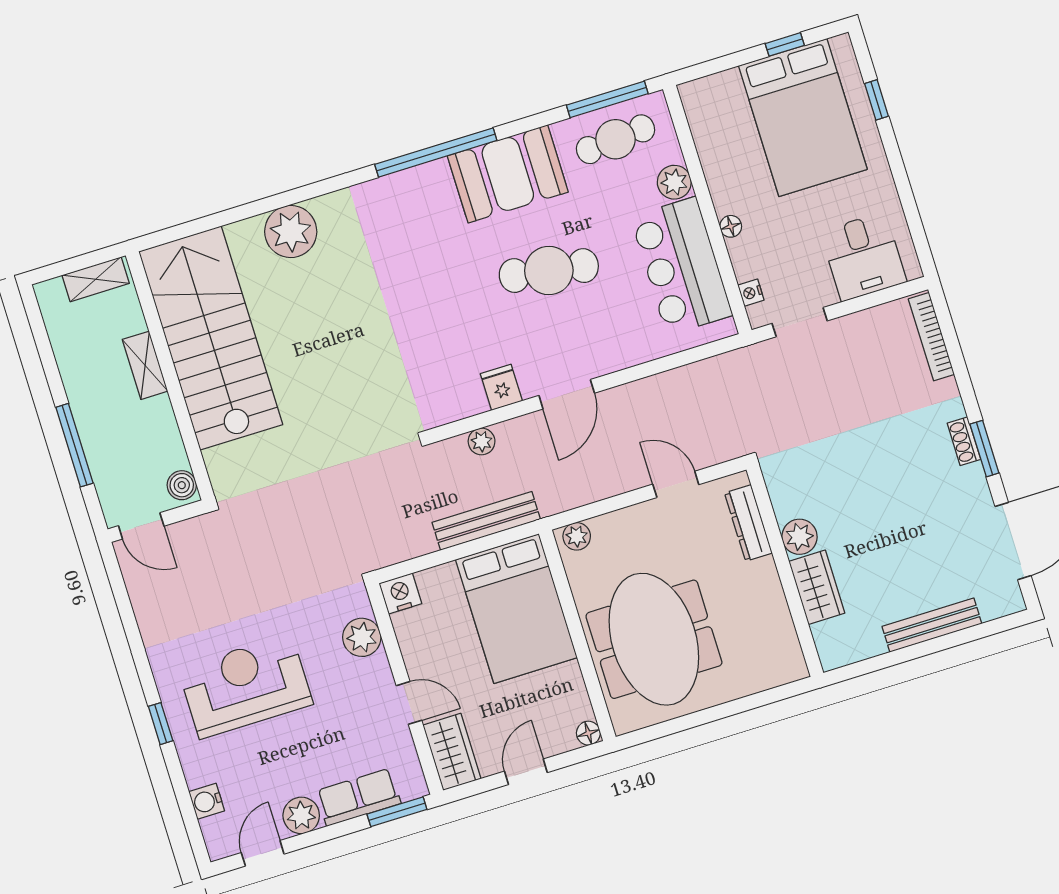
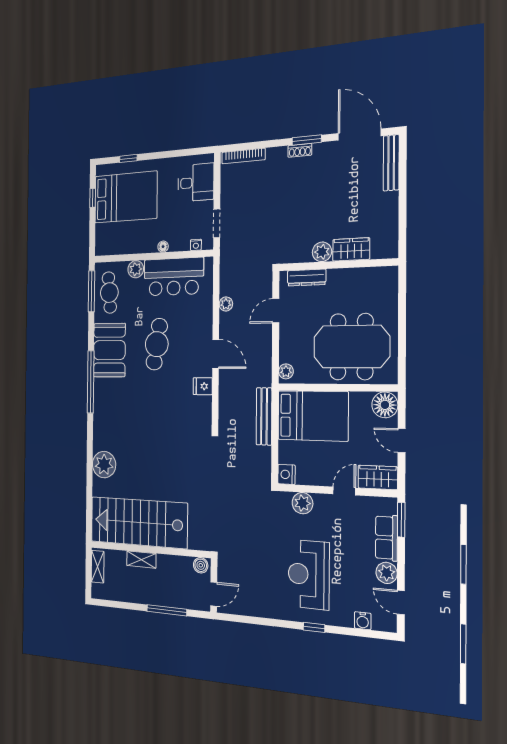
plant: (482, 441) -> (226, 304), moved
bench: (932, 625) -> (391, 163), moved
floor lamp: (588, 733) -> (385, 405), width x1.89, depth x1.89

